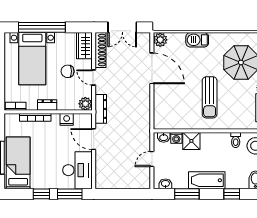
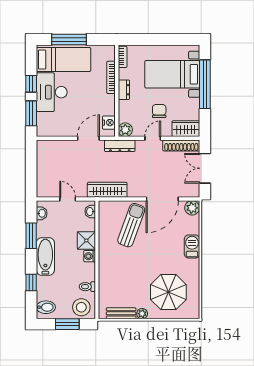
sun lounger: (210, 97) -> (131, 225), moved, turned 110
nightstand: (67, 119) -> (109, 123), moved
wardrobe: (143, 121) -> (107, 190), added
washing machine: (176, 138) -> (90, 256), moved
desk: (77, 170) -> (52, 92), moved, turned 90

